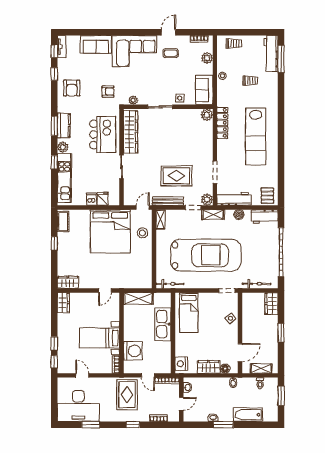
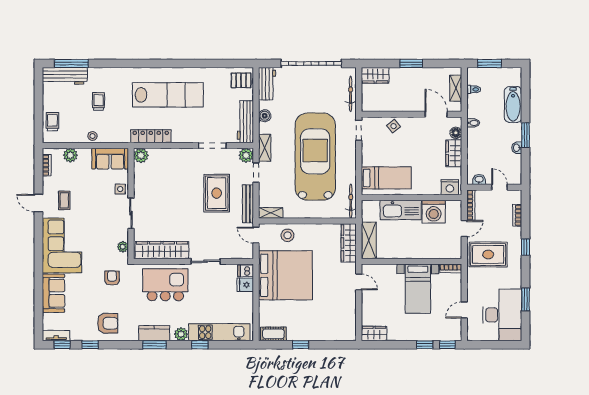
dishwasher: (91, 199) -> (246, 271), moved
wardrobe: (68, 282) -> (349, 243), moved, width x1.50
washing machine: (133, 351) -> (434, 212), moved, turned 180

